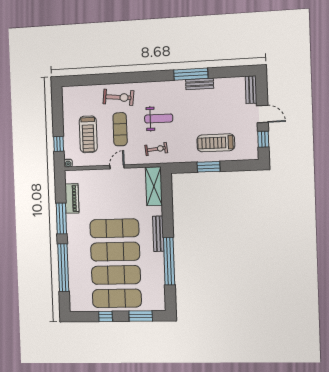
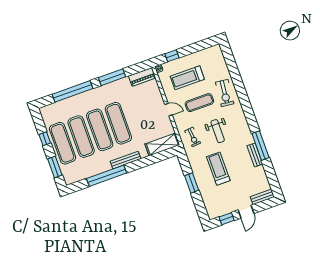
treadmill: (216, 143) -> (218, 169), moved
piano: (72, 198) -> (142, 77), moved

